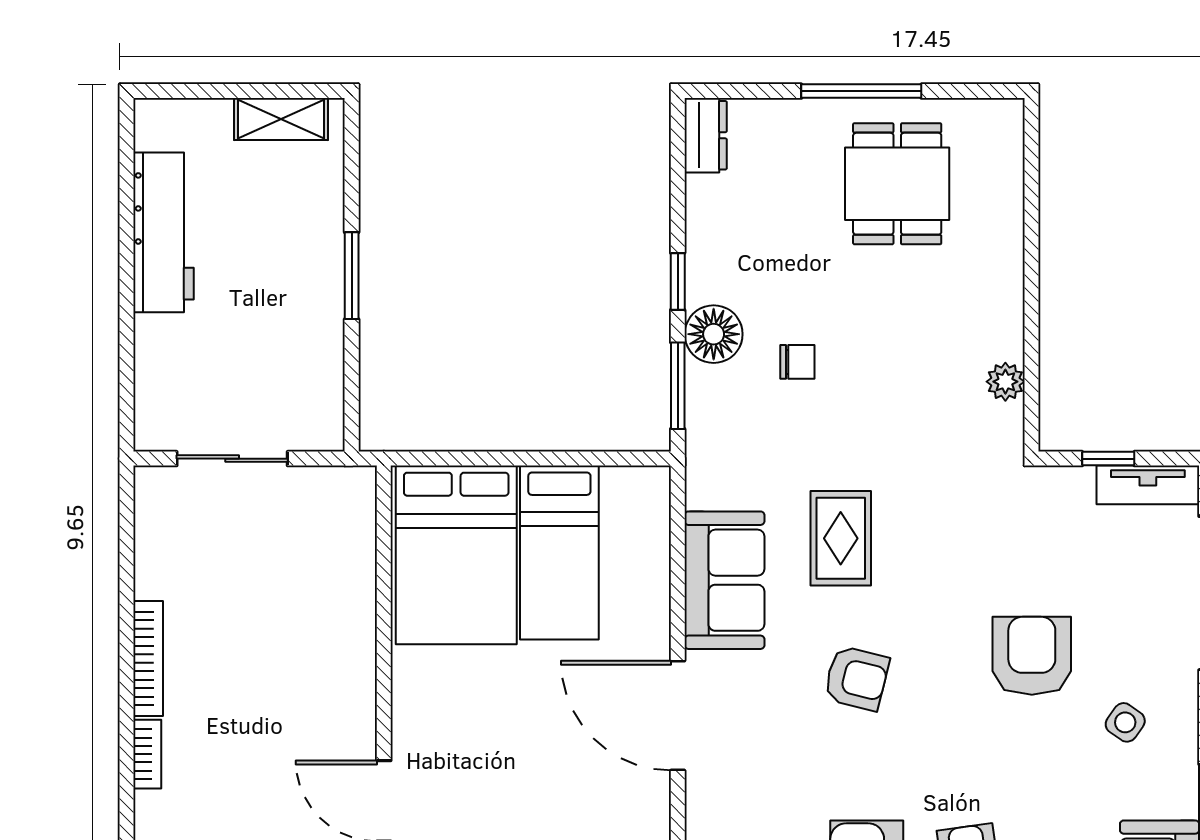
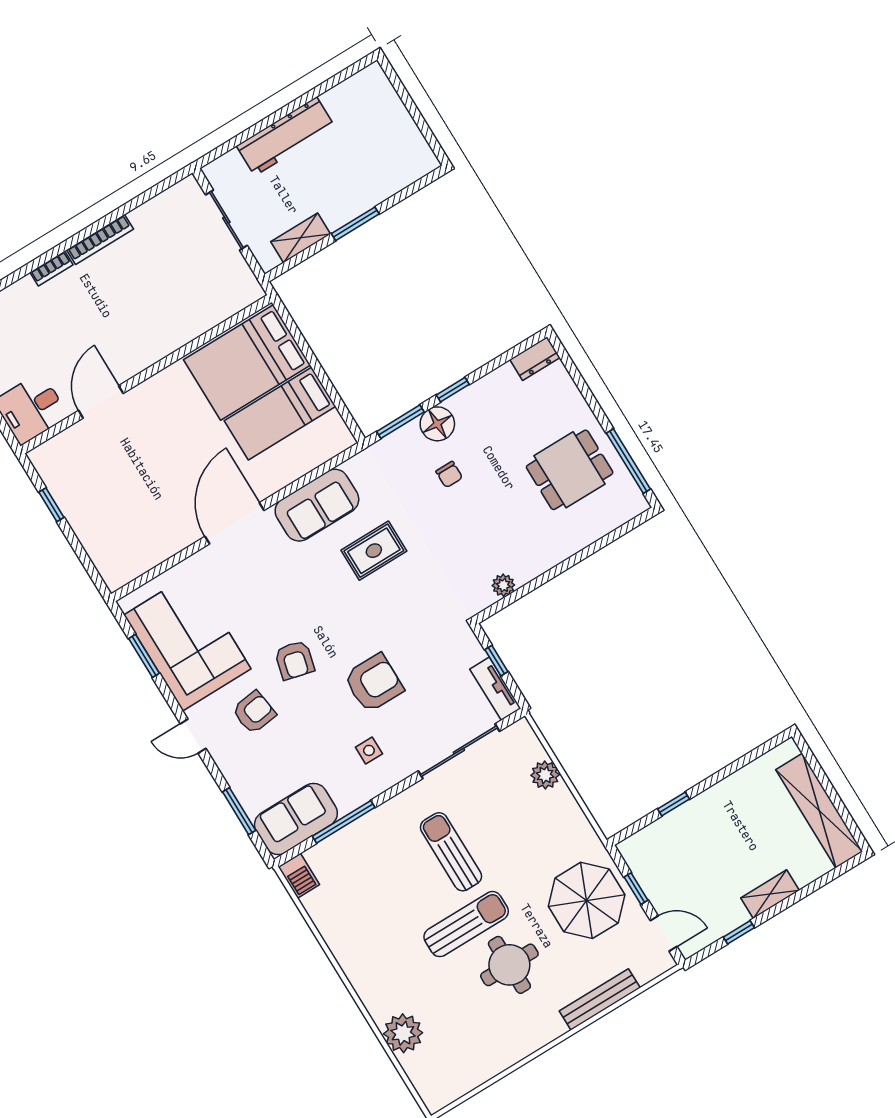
window: (861, 91) -> (628, 461), moved
shelving: (281, 119) -> (301, 238), moved, turned 90
workbench: (164, 232) -> (286, 136), moved
armchair: (856, 678) -> (295, 660), moved
side table: (1125, 722) -> (369, 750), turned -35

